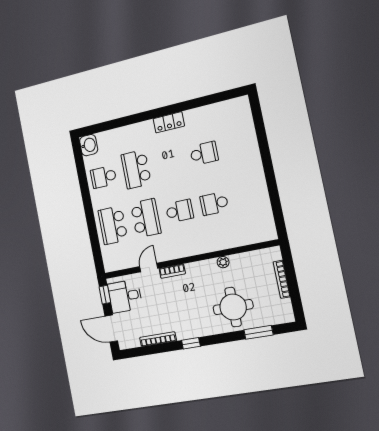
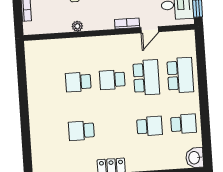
school desk: (136, 169) -> (149, 126), width x0.54
school desk: (214, 204) -> (78, 82), turned 180
school desk: (146, 218) -> (146, 77), turned 180

